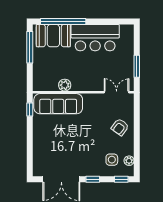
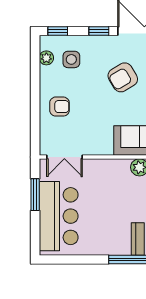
bar counter: (95, 38) -> (59, 216), moved, turned 90
armchair: (120, 127) -> (59, 107), turned 54
armchair: (76, 147) -> (123, 77), added

